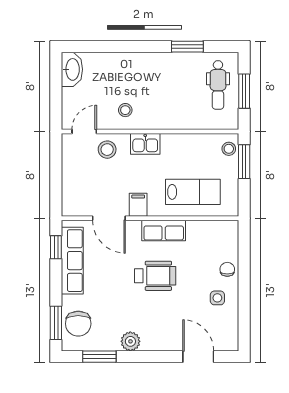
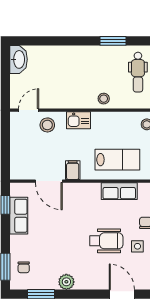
stool: (125, 110) -> (104, 99), moved
row of seats: (164, 230) -> (119, 191), moved
row of seats: (72, 261) -> (19, 216), width x0.68
wheelchair: (155, 276) -> (106, 241), moved
chair: (78, 324) -> (24, 267), width x0.54, depth x0.54

